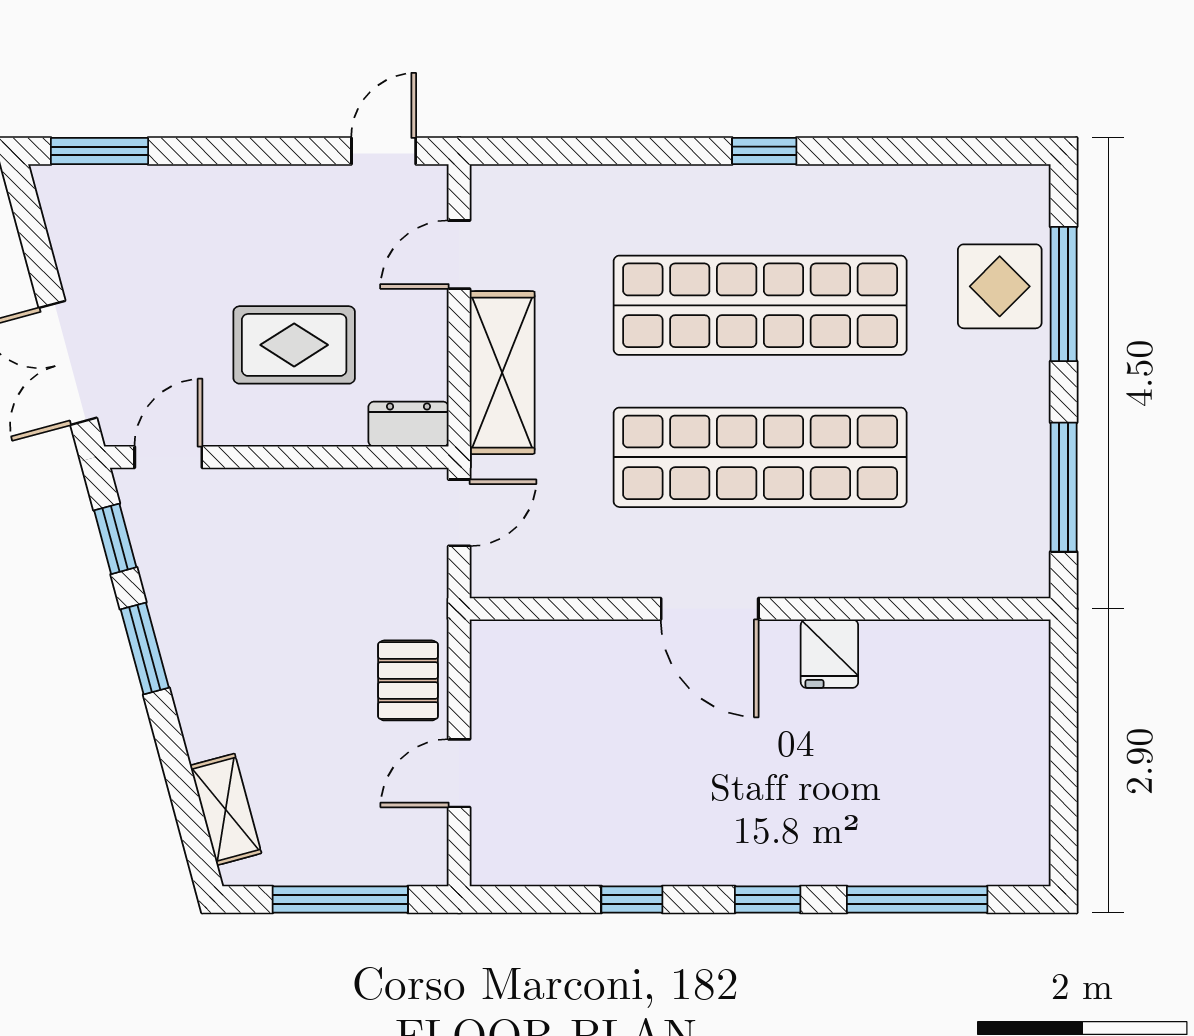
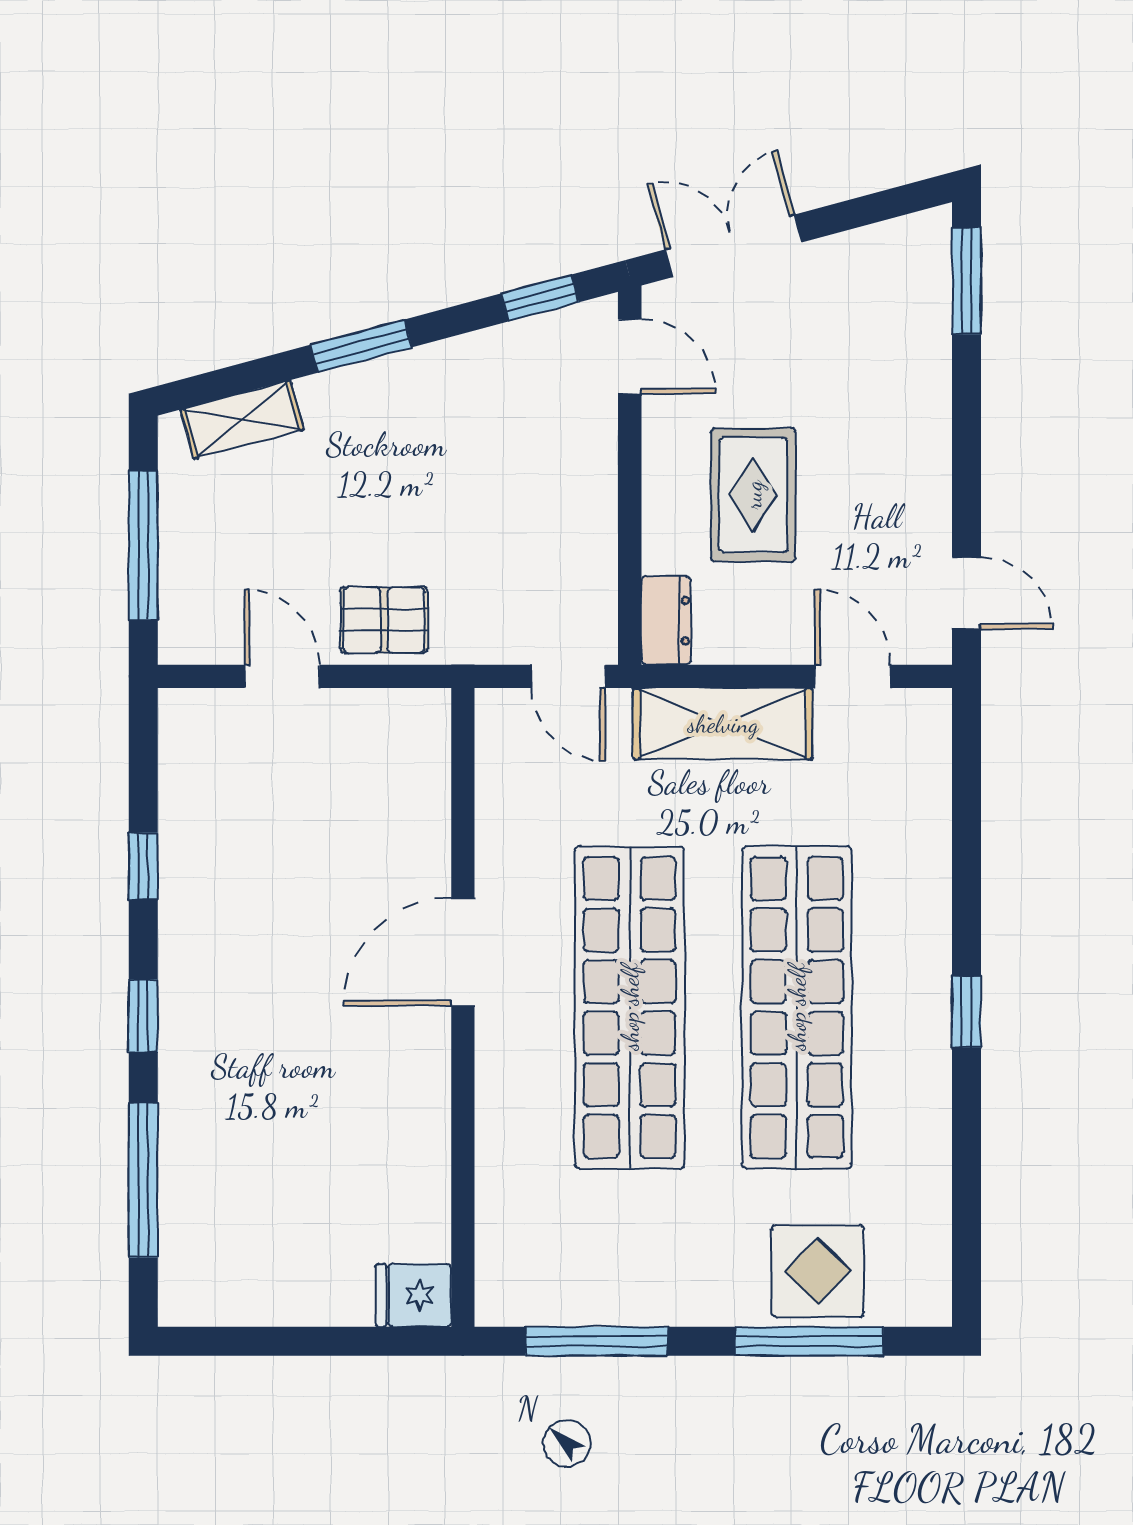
window: (145, 649) -> (361, 346), moved
fridge: (829, 654) -> (414, 1295), moved

